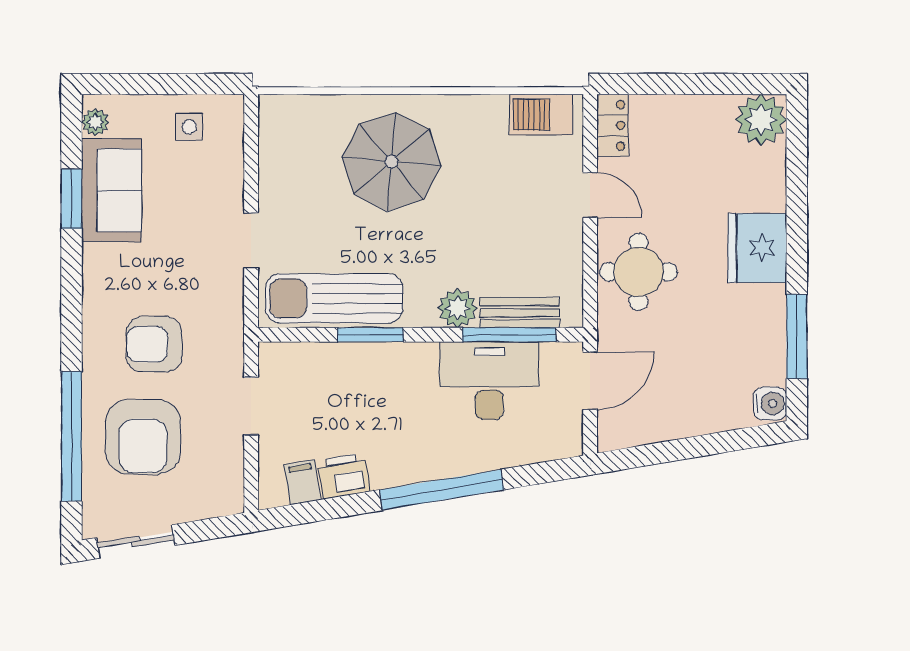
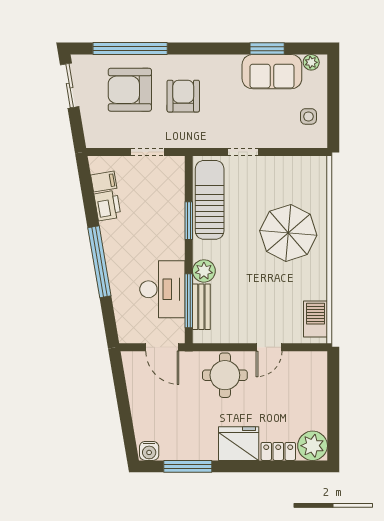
locker: (613, 125) -> (278, 451), moved, turned 180

